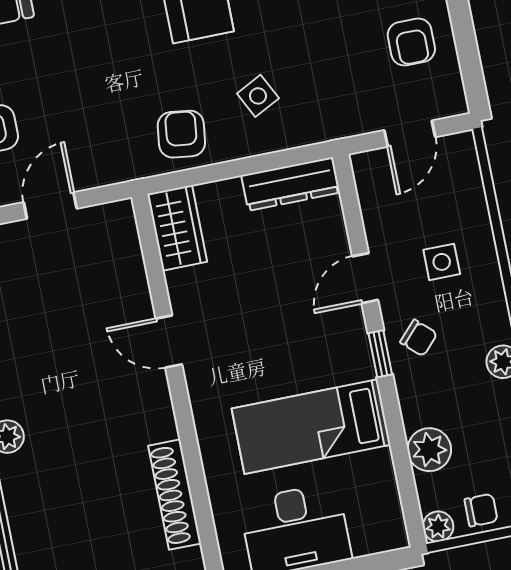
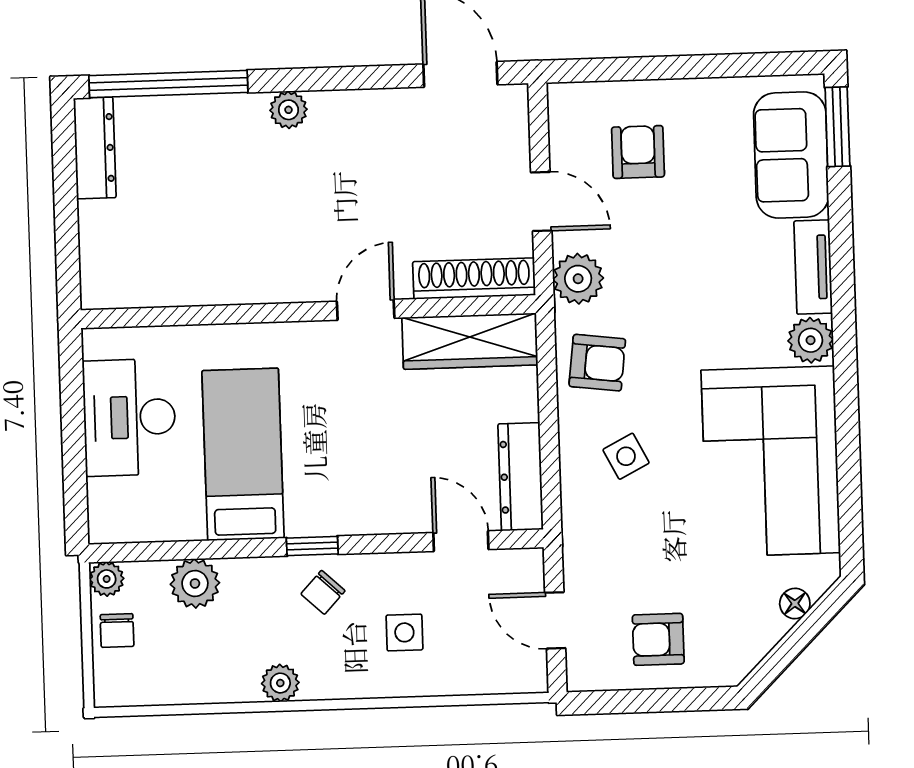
plant: (112, 163) -> (578, 279), added
wardrobe: (177, 228) -> (470, 341), width x1.50
door: (365, 278) -> (461, 541), moved
shoe rack: (175, 495) -> (474, 279), moved

